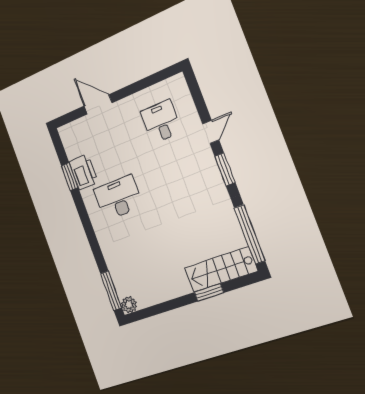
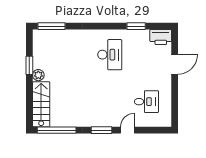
door: (211, 132) -> (128, 130), swing flipped
printer: (83, 172) -> (161, 37), moved
window: (209, 292) -> (29, 65), moved
plant: (129, 305) -> (38, 75), moved

